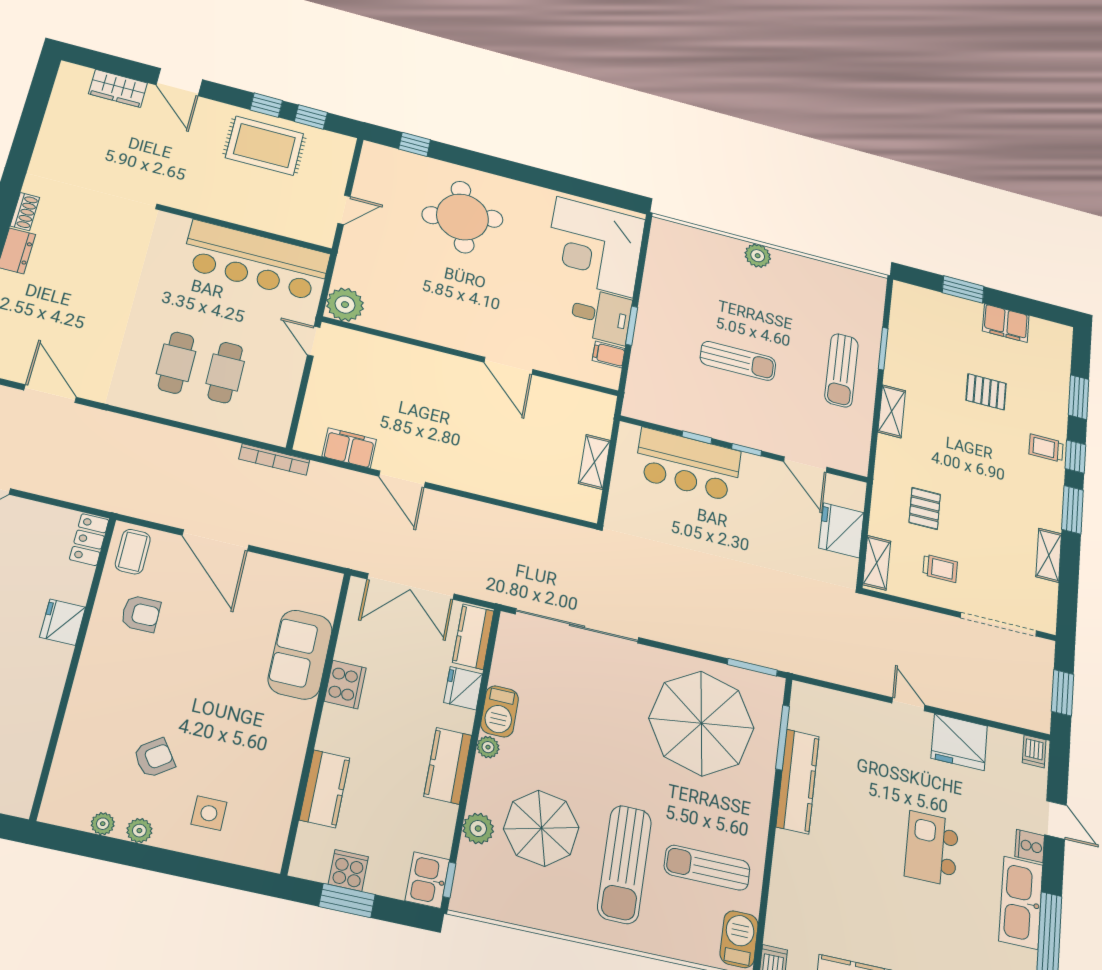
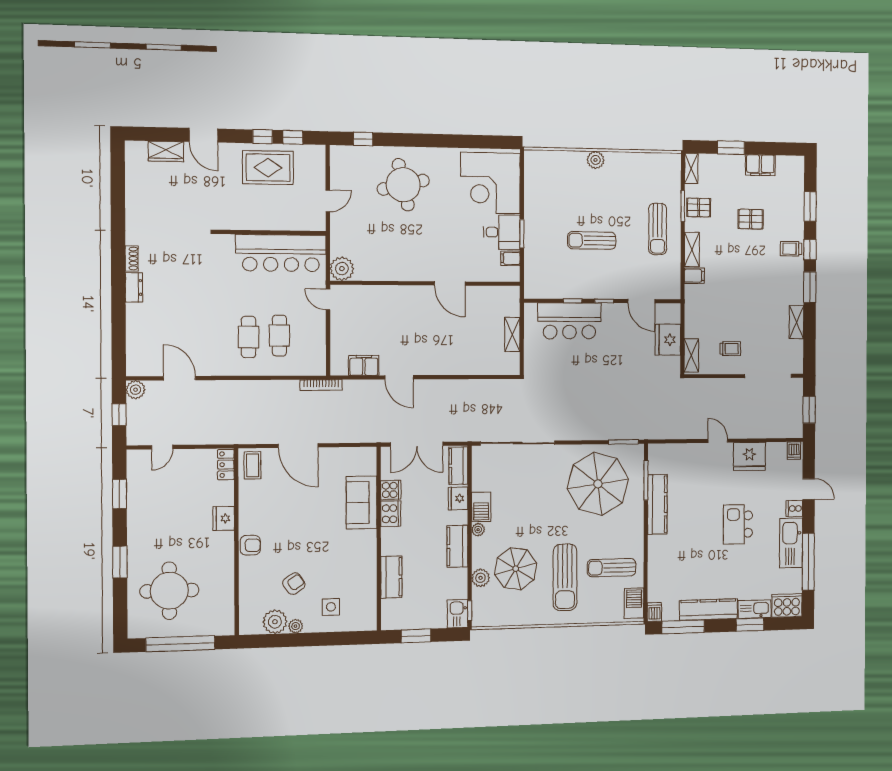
shelving: (901, 302) -> (691, 168), added
sun lounger: (738, 361) -> (592, 240), turned 180
filing cabinet: (892, 449) -> (694, 276), added
pallet: (925, 508) -> (699, 207), moved, turned 90
armchair: (141, 614) -> (250, 545), moved
plant: (103, 824) -> (275, 622), width x1.87, depth x1.87
cooker: (348, 870) -> (391, 490), moved, turned 90

